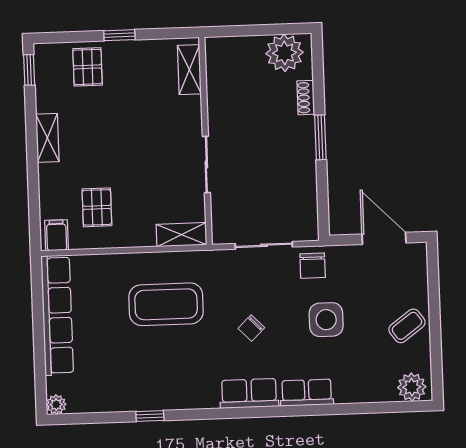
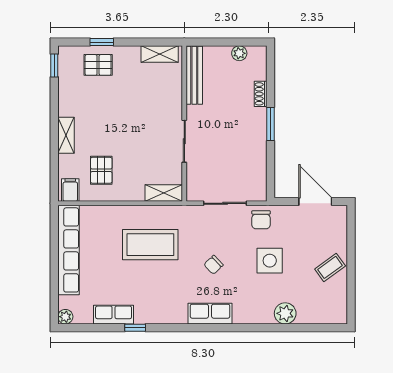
window: (119, 35) -> (102, 42), moved
plant: (285, 53) -> (239, 53), width x0.53, depth x0.53
pallet: (88, 67) -> (98, 65), turned 90
shelving: (189, 70) -> (160, 54), moved, turned 90
bench: (216, 76) -> (194, 75), added
shelving: (47, 138) -> (66, 135), moved
plant: (412, 387) -> (285, 313), moved
row of seats: (307, 393) -> (114, 315), moved

